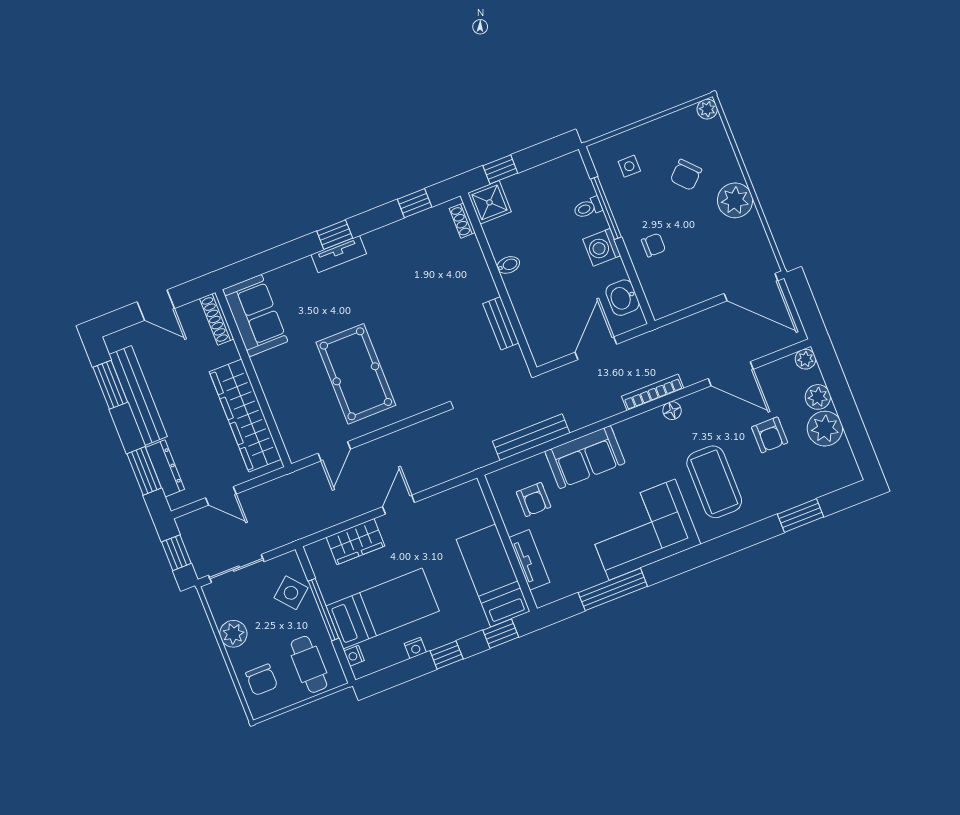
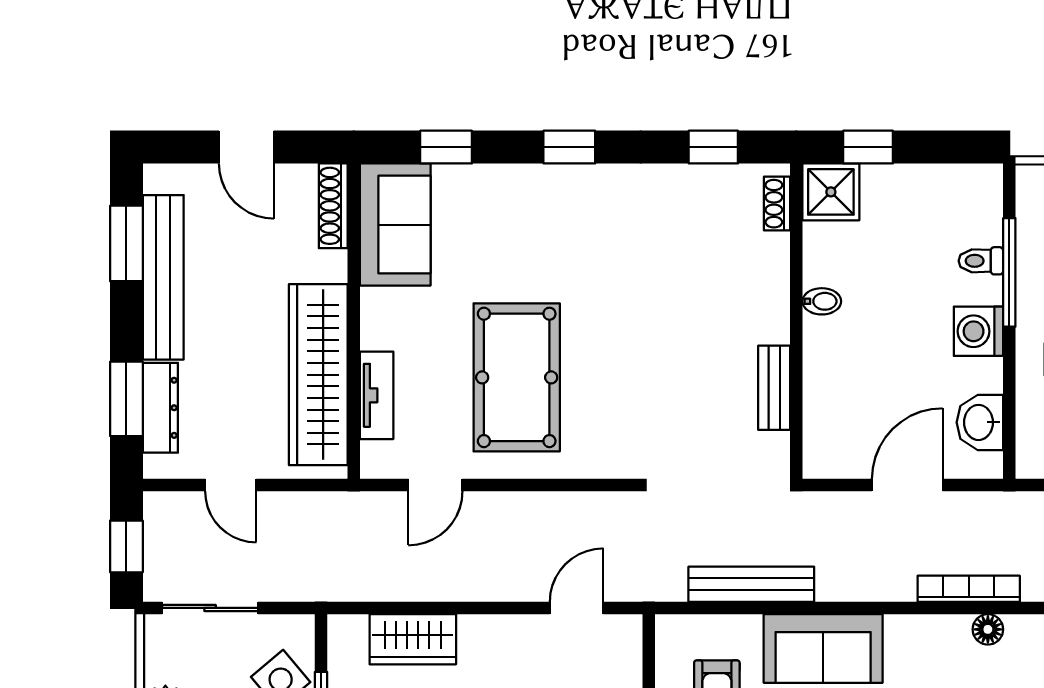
tv unit: (339, 254) -> (377, 395), moved, turned -90
window: (266, 262) -> (446, 147), added
door: (399, 505) -> (577, 608), moved

